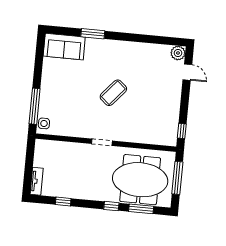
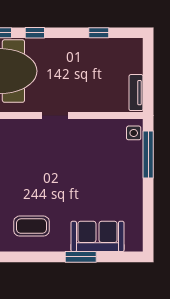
sofa: (64, 47) -> (97, 236), moved
coffee table: (113, 93) -> (32, 226), moved, turned 49
tv unit: (37, 181) -> (136, 93), moved

